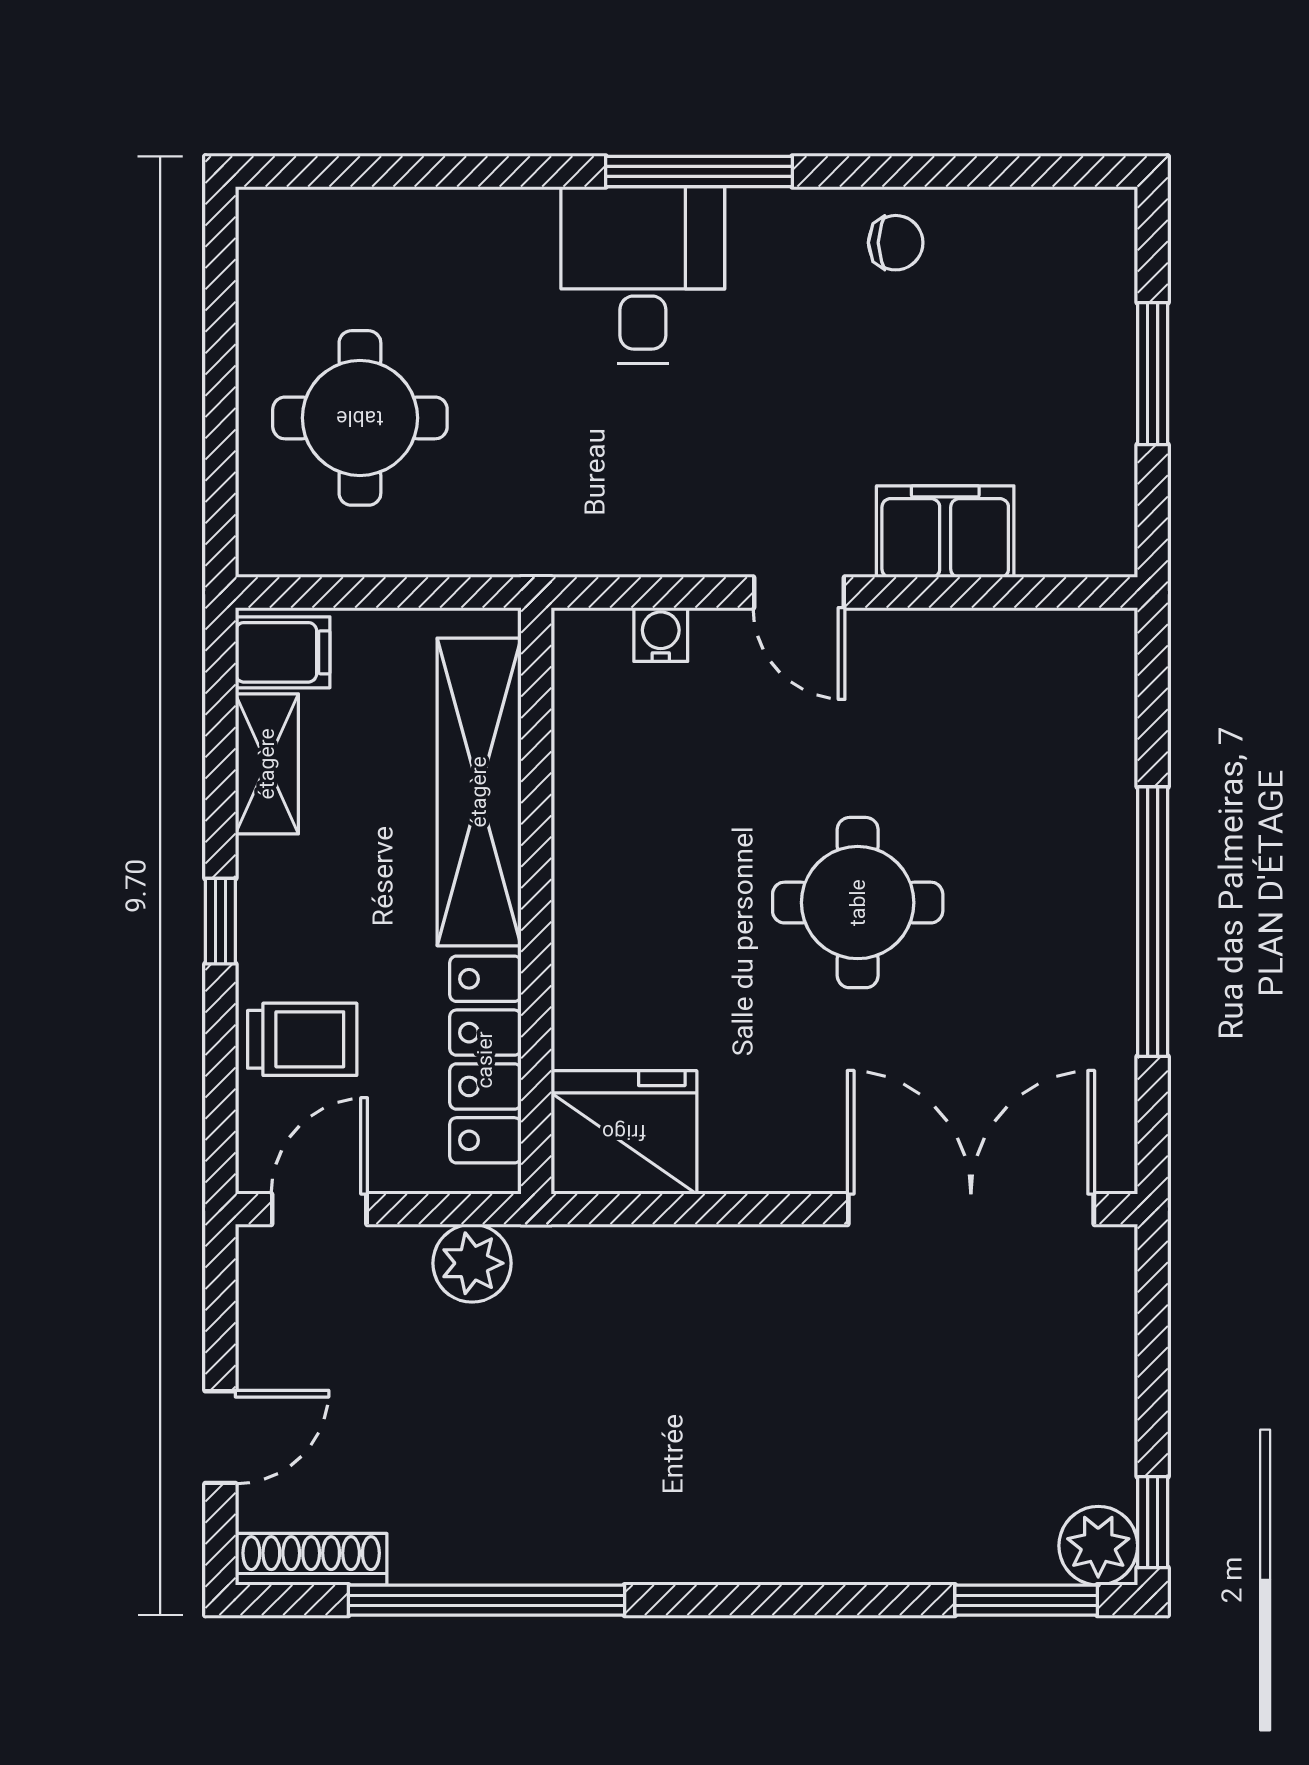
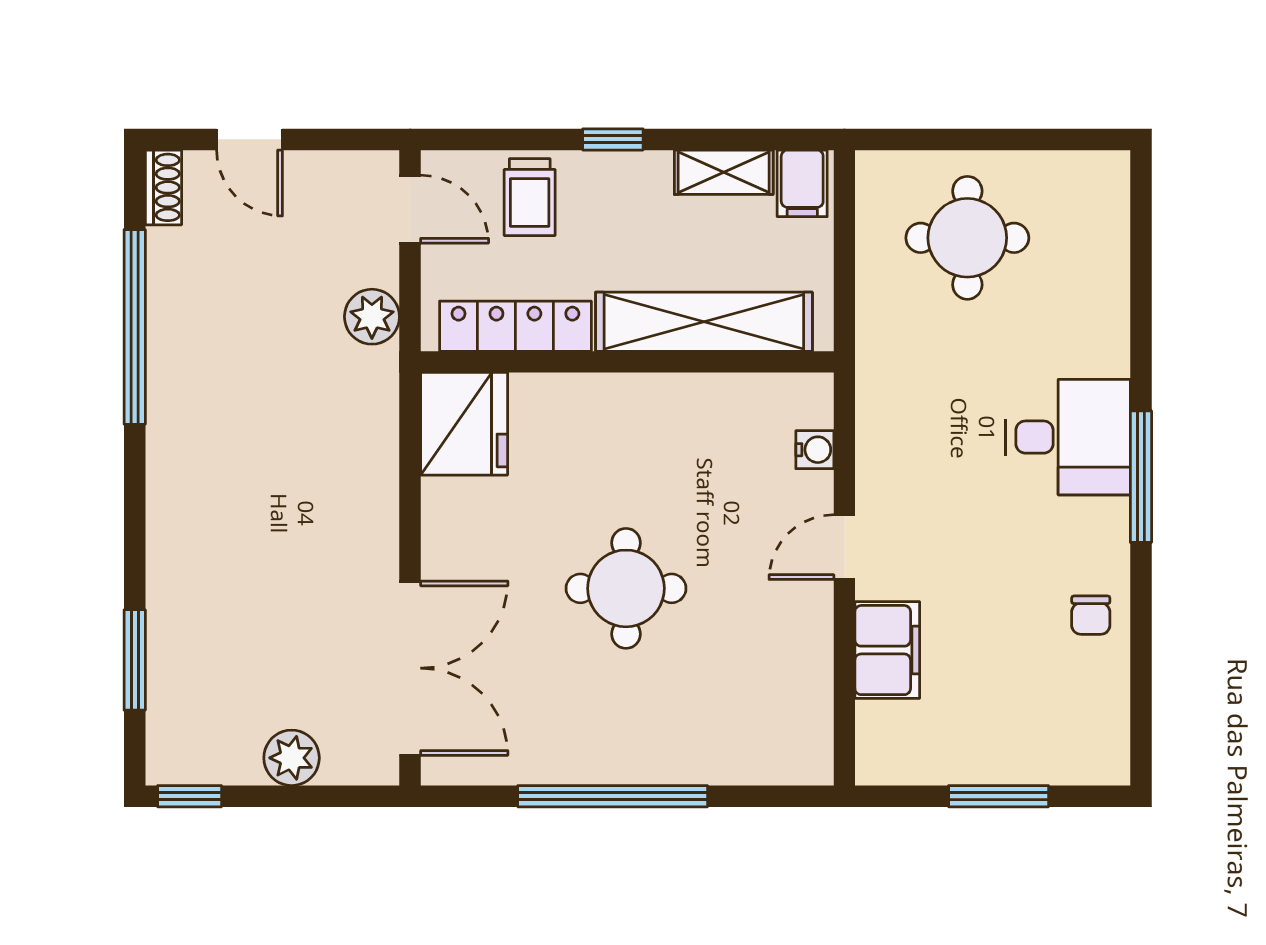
plant: (1098, 1546) -> (292, 758), moved
shoe rack: (311, 1559) -> (163, 187), width x0.70
window: (1026, 1600) -> (135, 660), moved

